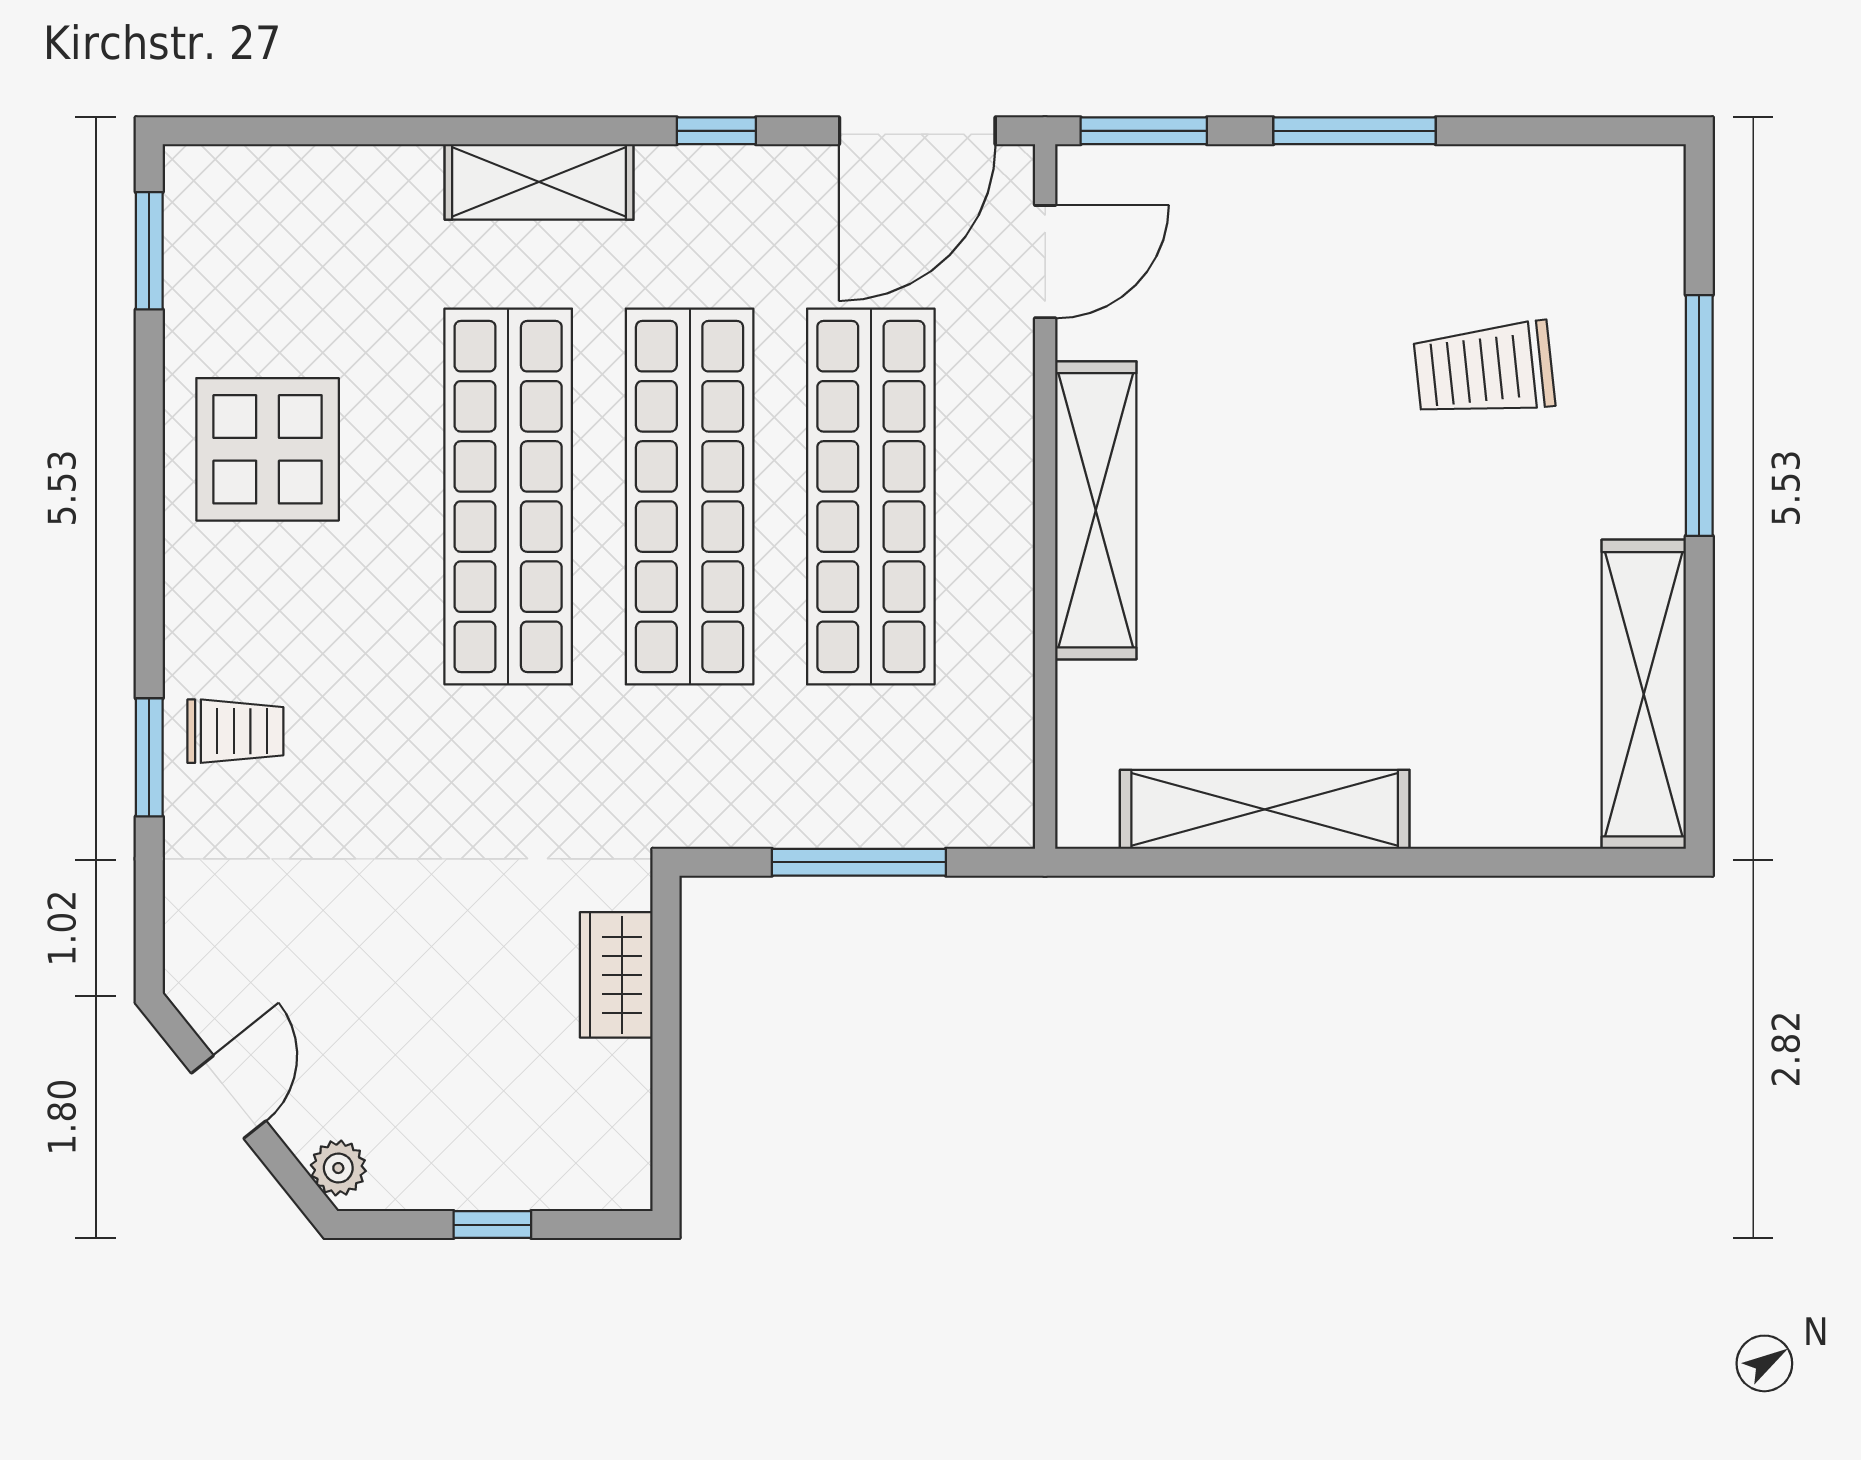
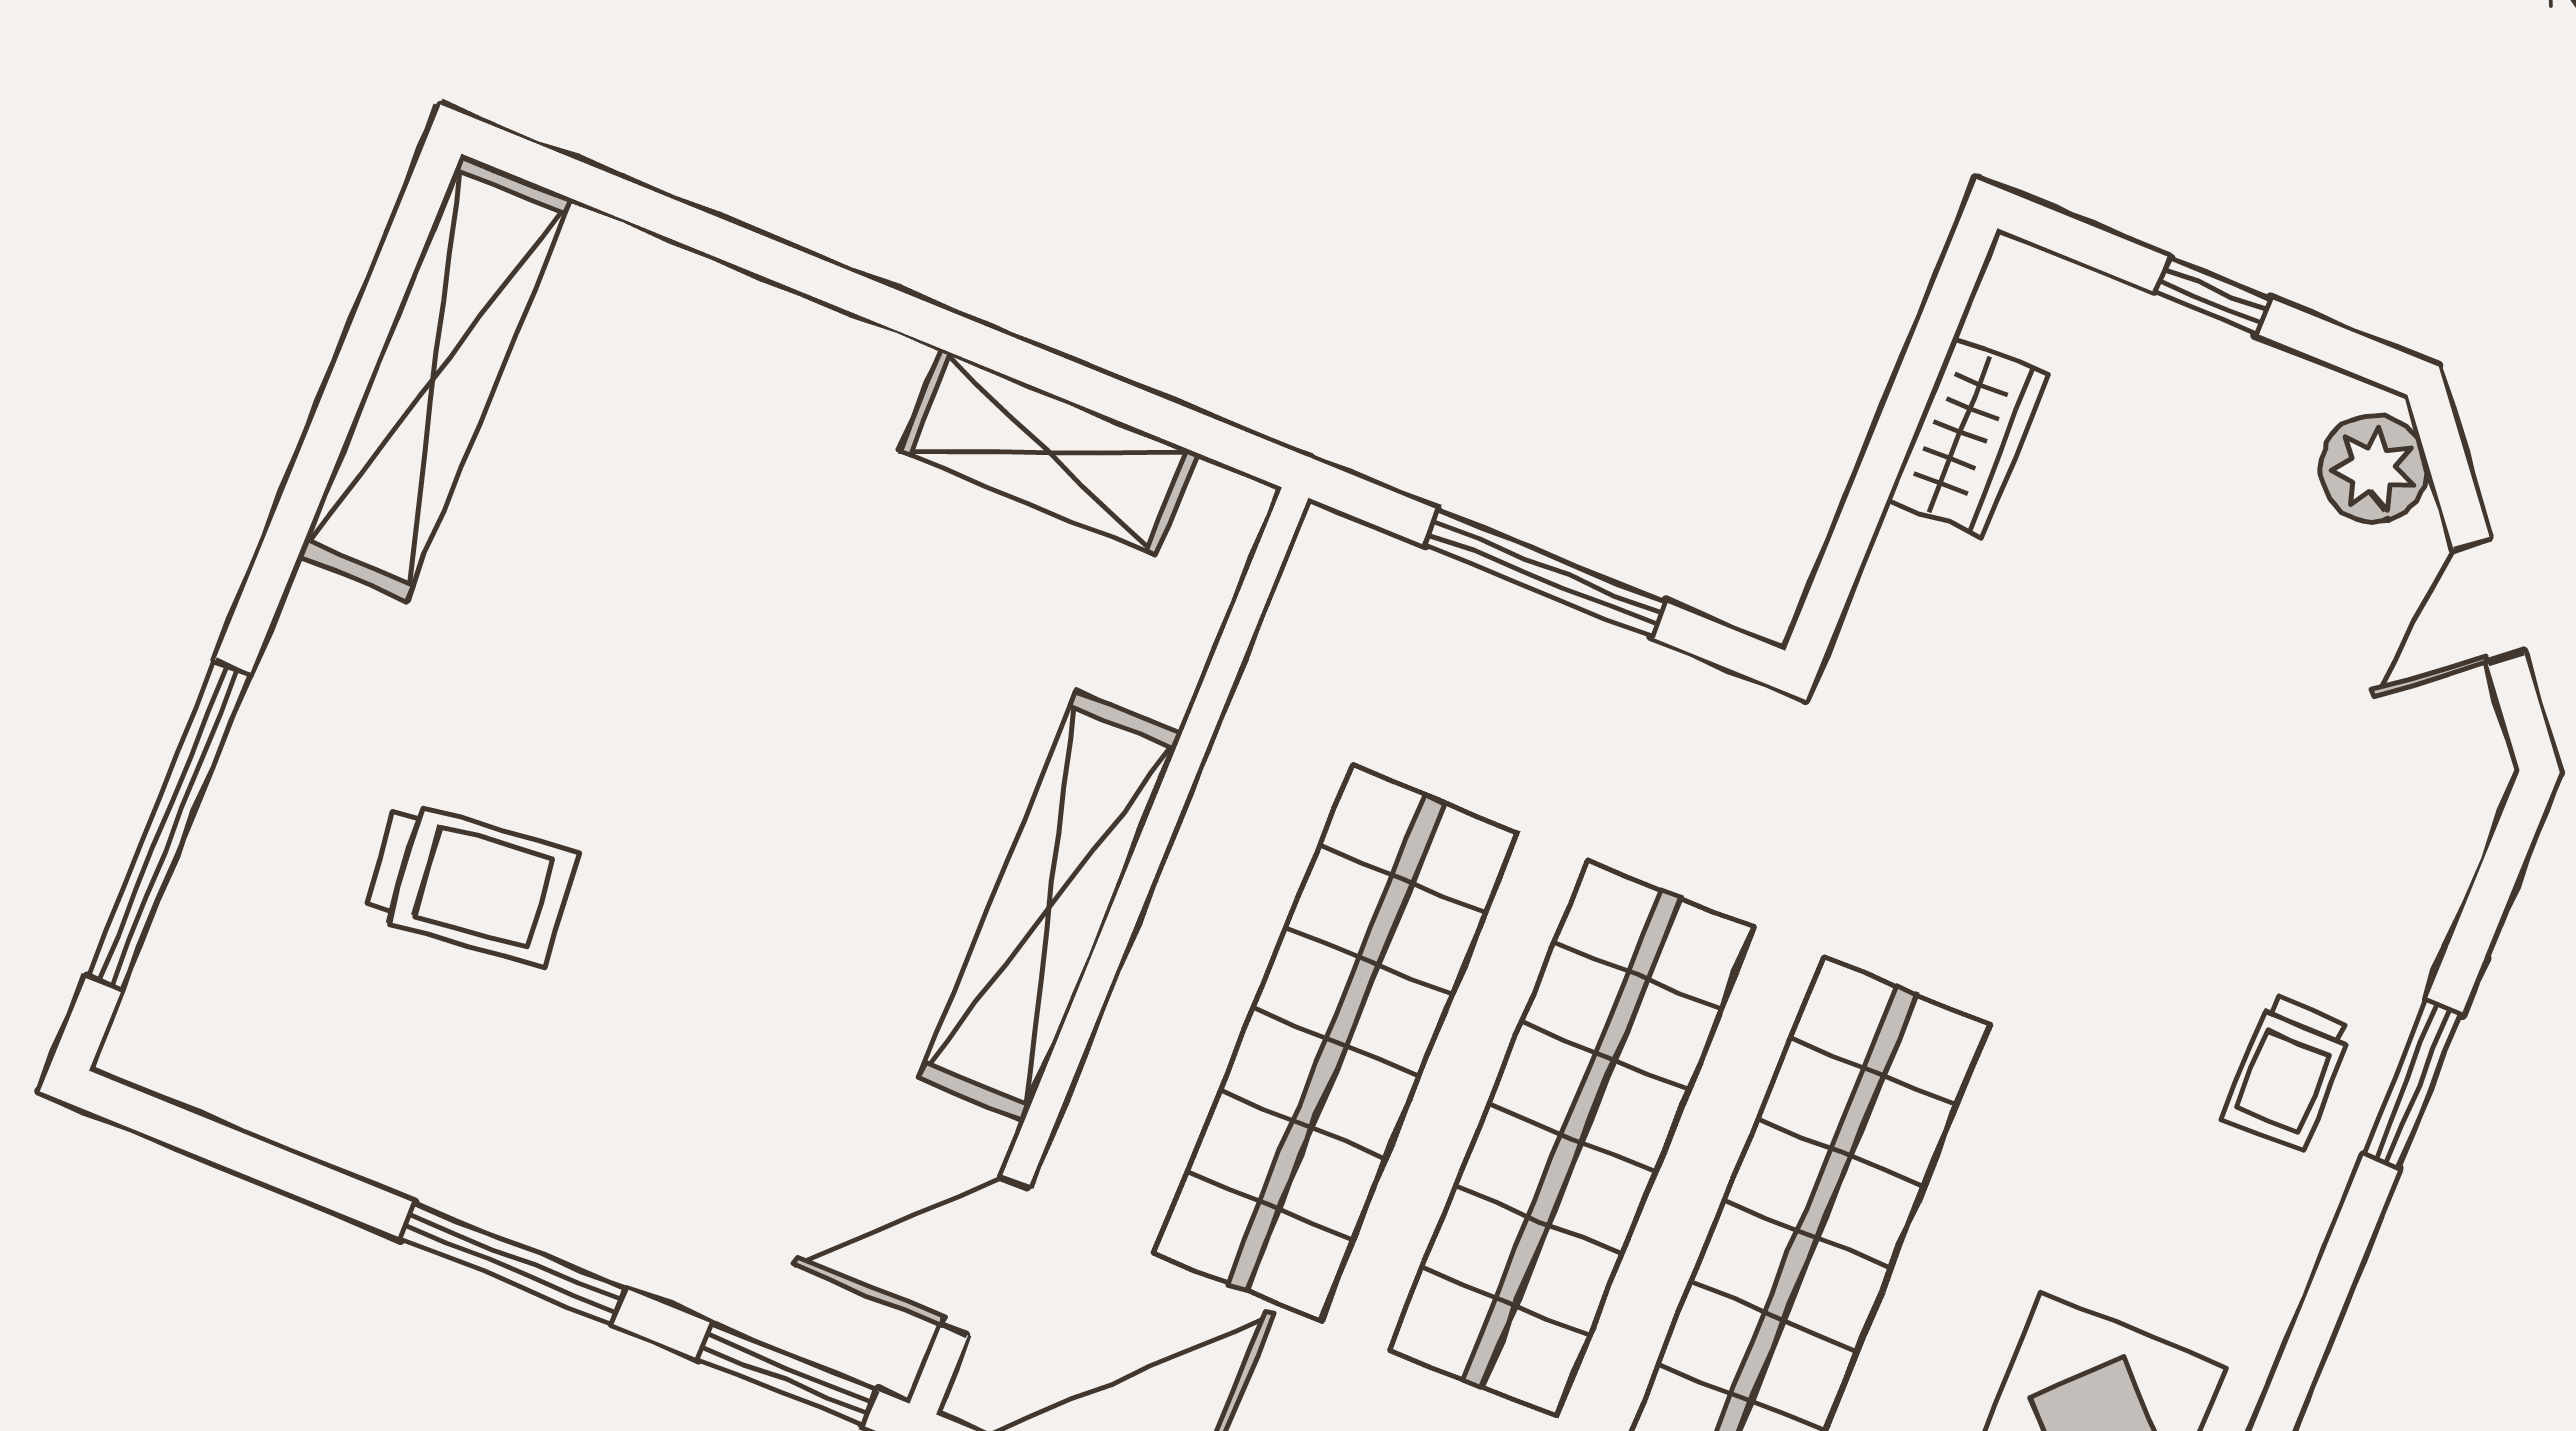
window: (1699, 415) -> (168, 826), moved
trolley: (235, 731) -> (2287, 1073), turned -90
shelving: (1265, 809) -> (1048, 452), width x0.68
wardrobe: (616, 975) -> (1968, 437), moved
plant: (338, 1168) -> (2374, 469), width x1.38, depth x1.38

